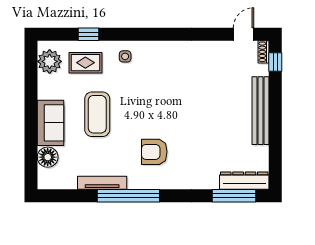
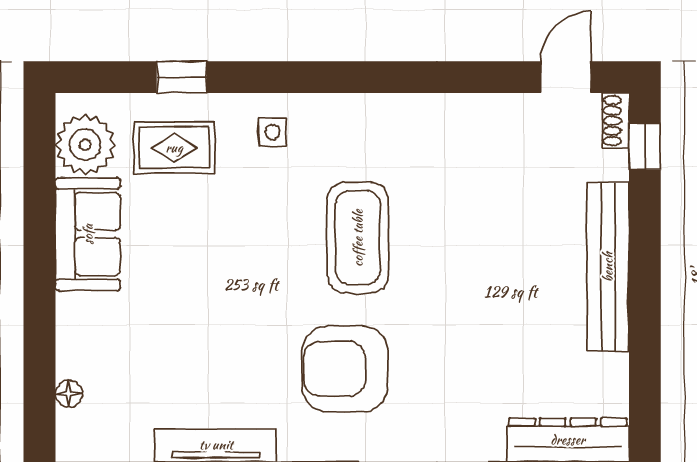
coffee table: (97, 114) -> (358, 238), moved
sofa: (51, 123) -> (88, 234), moved
armchair: (154, 152) -> (345, 369), width x1.36, depth x1.36
floor lamp: (48, 157) -> (69, 394), width x0.53, depth x0.53

